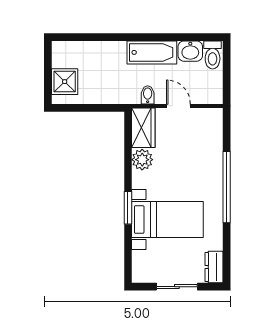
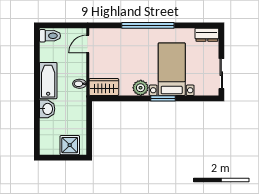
washbasin: (190, 51) -> (47, 109), moved
door: (178, 106) -> (88, 44), moved
plant: (142, 160) -> (141, 88), moved
sliding door: (177, 287) -> (221, 74), moved

